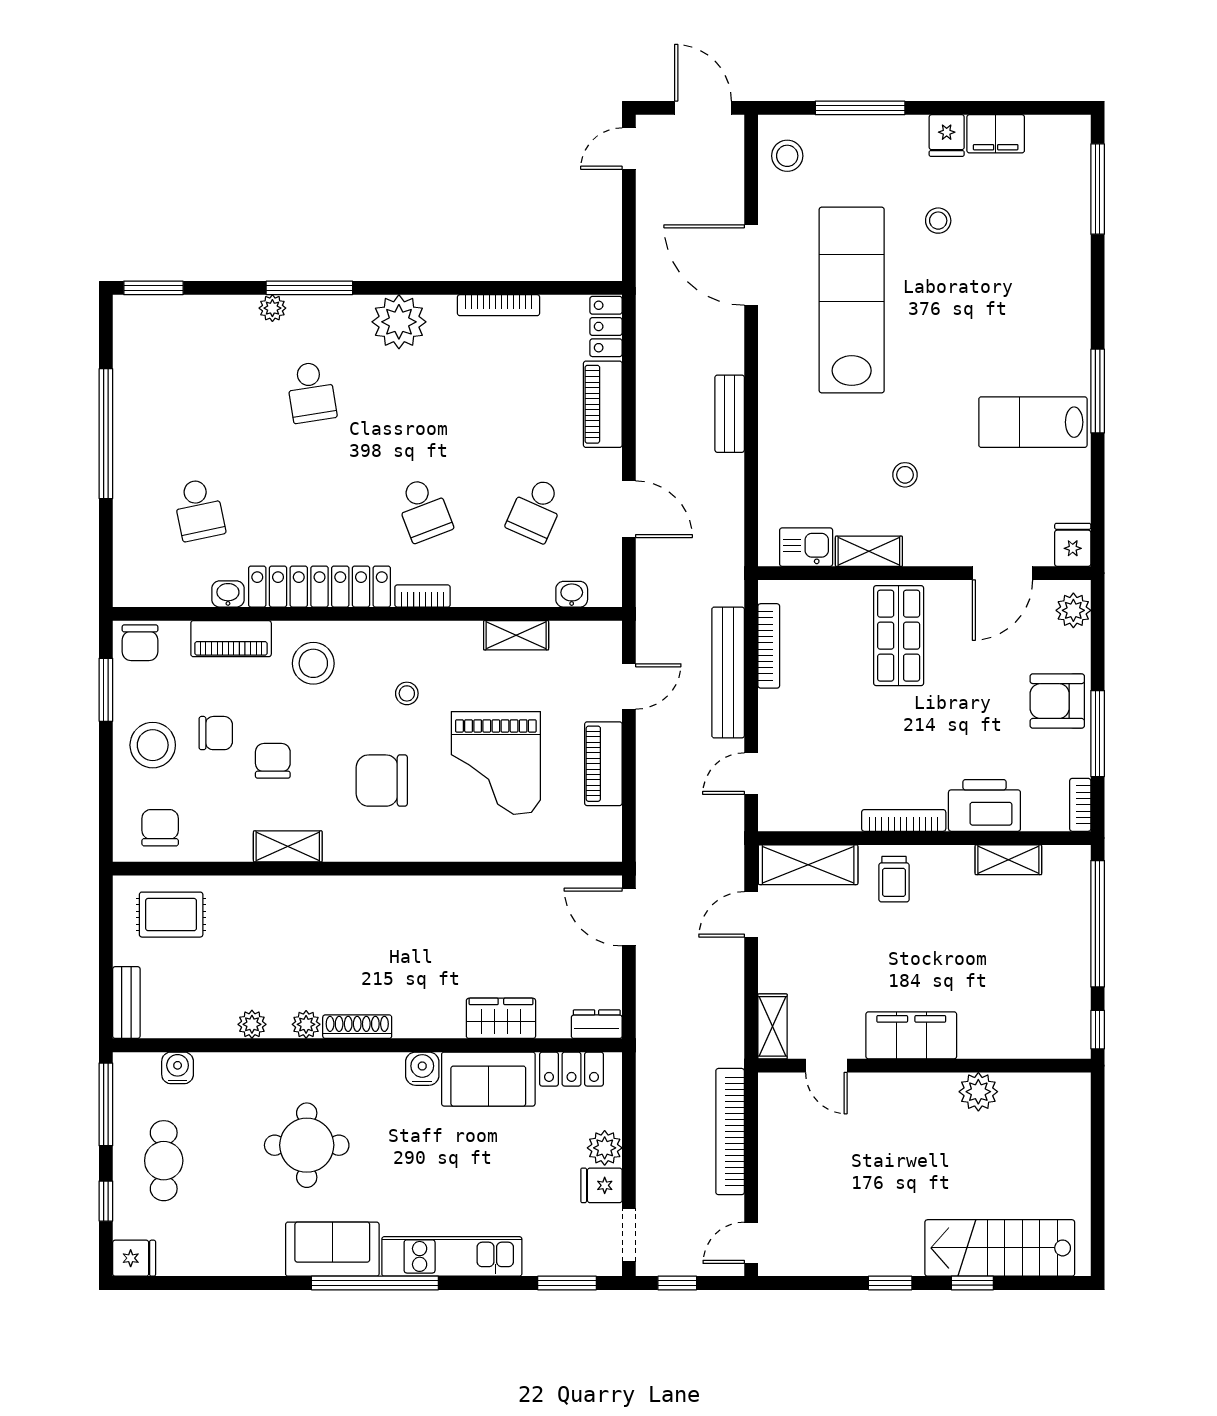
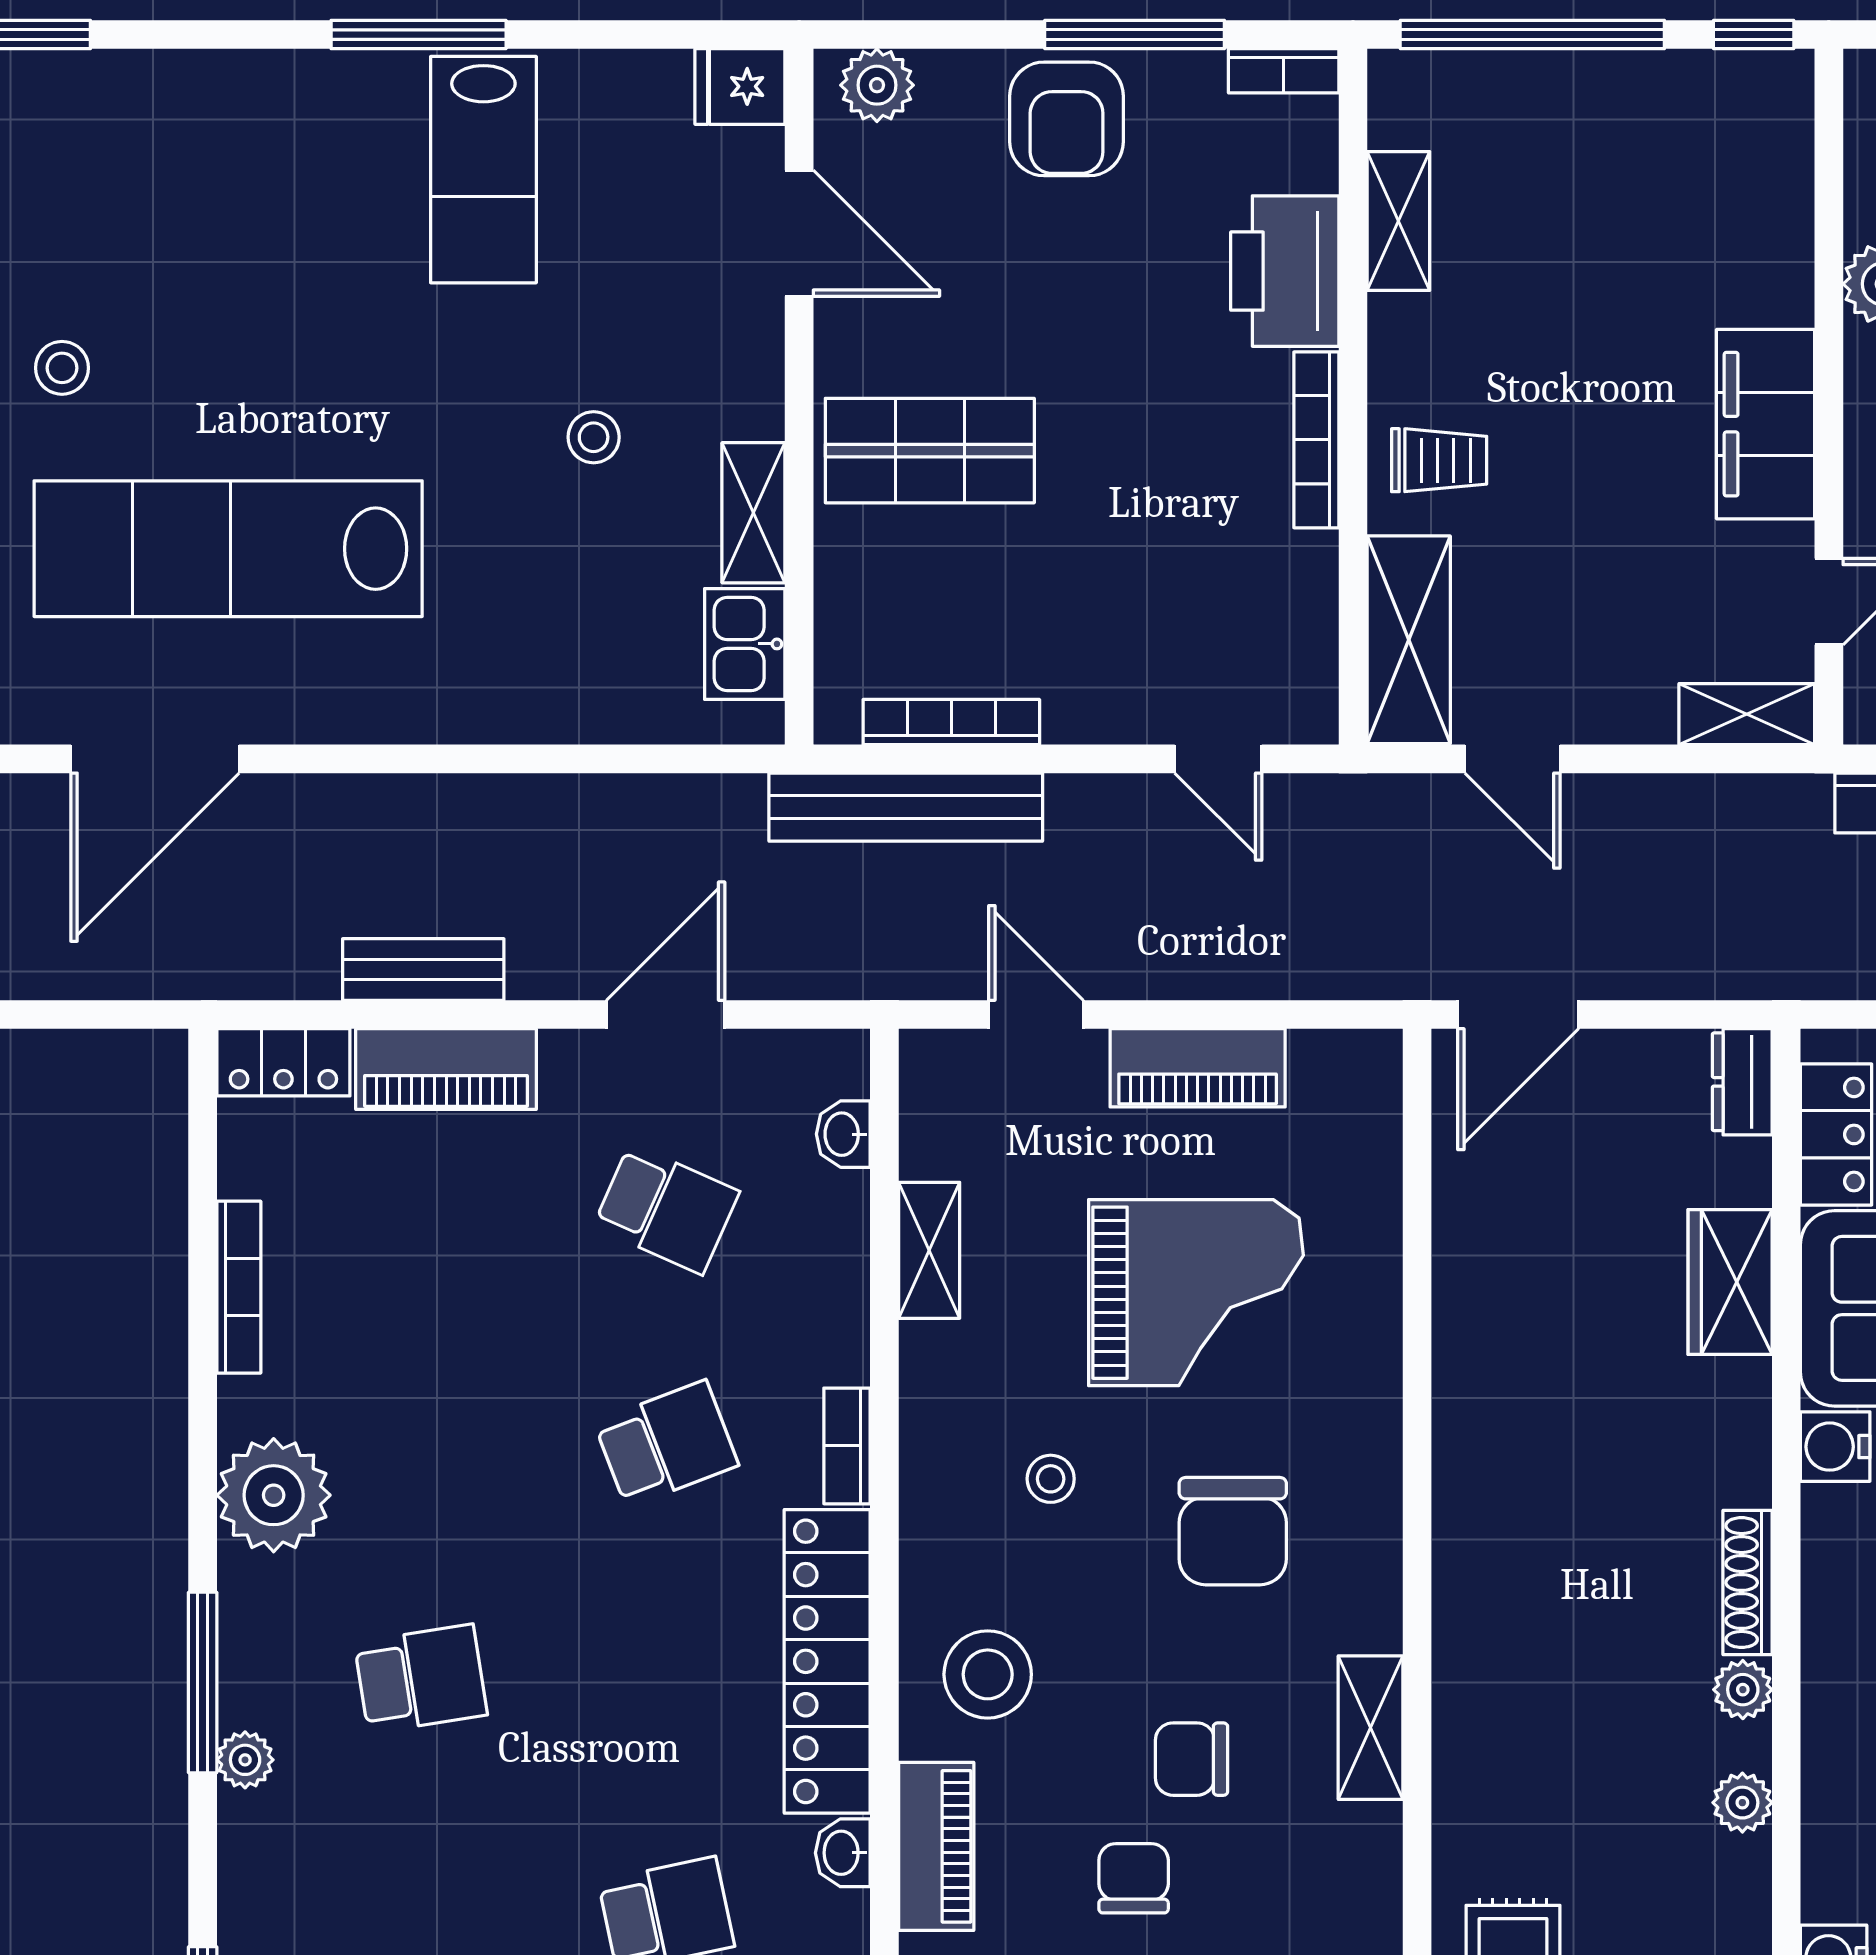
bench: (730, 414) -> (423, 969), moved
bench: (728, 672) -> (906, 807), moved

